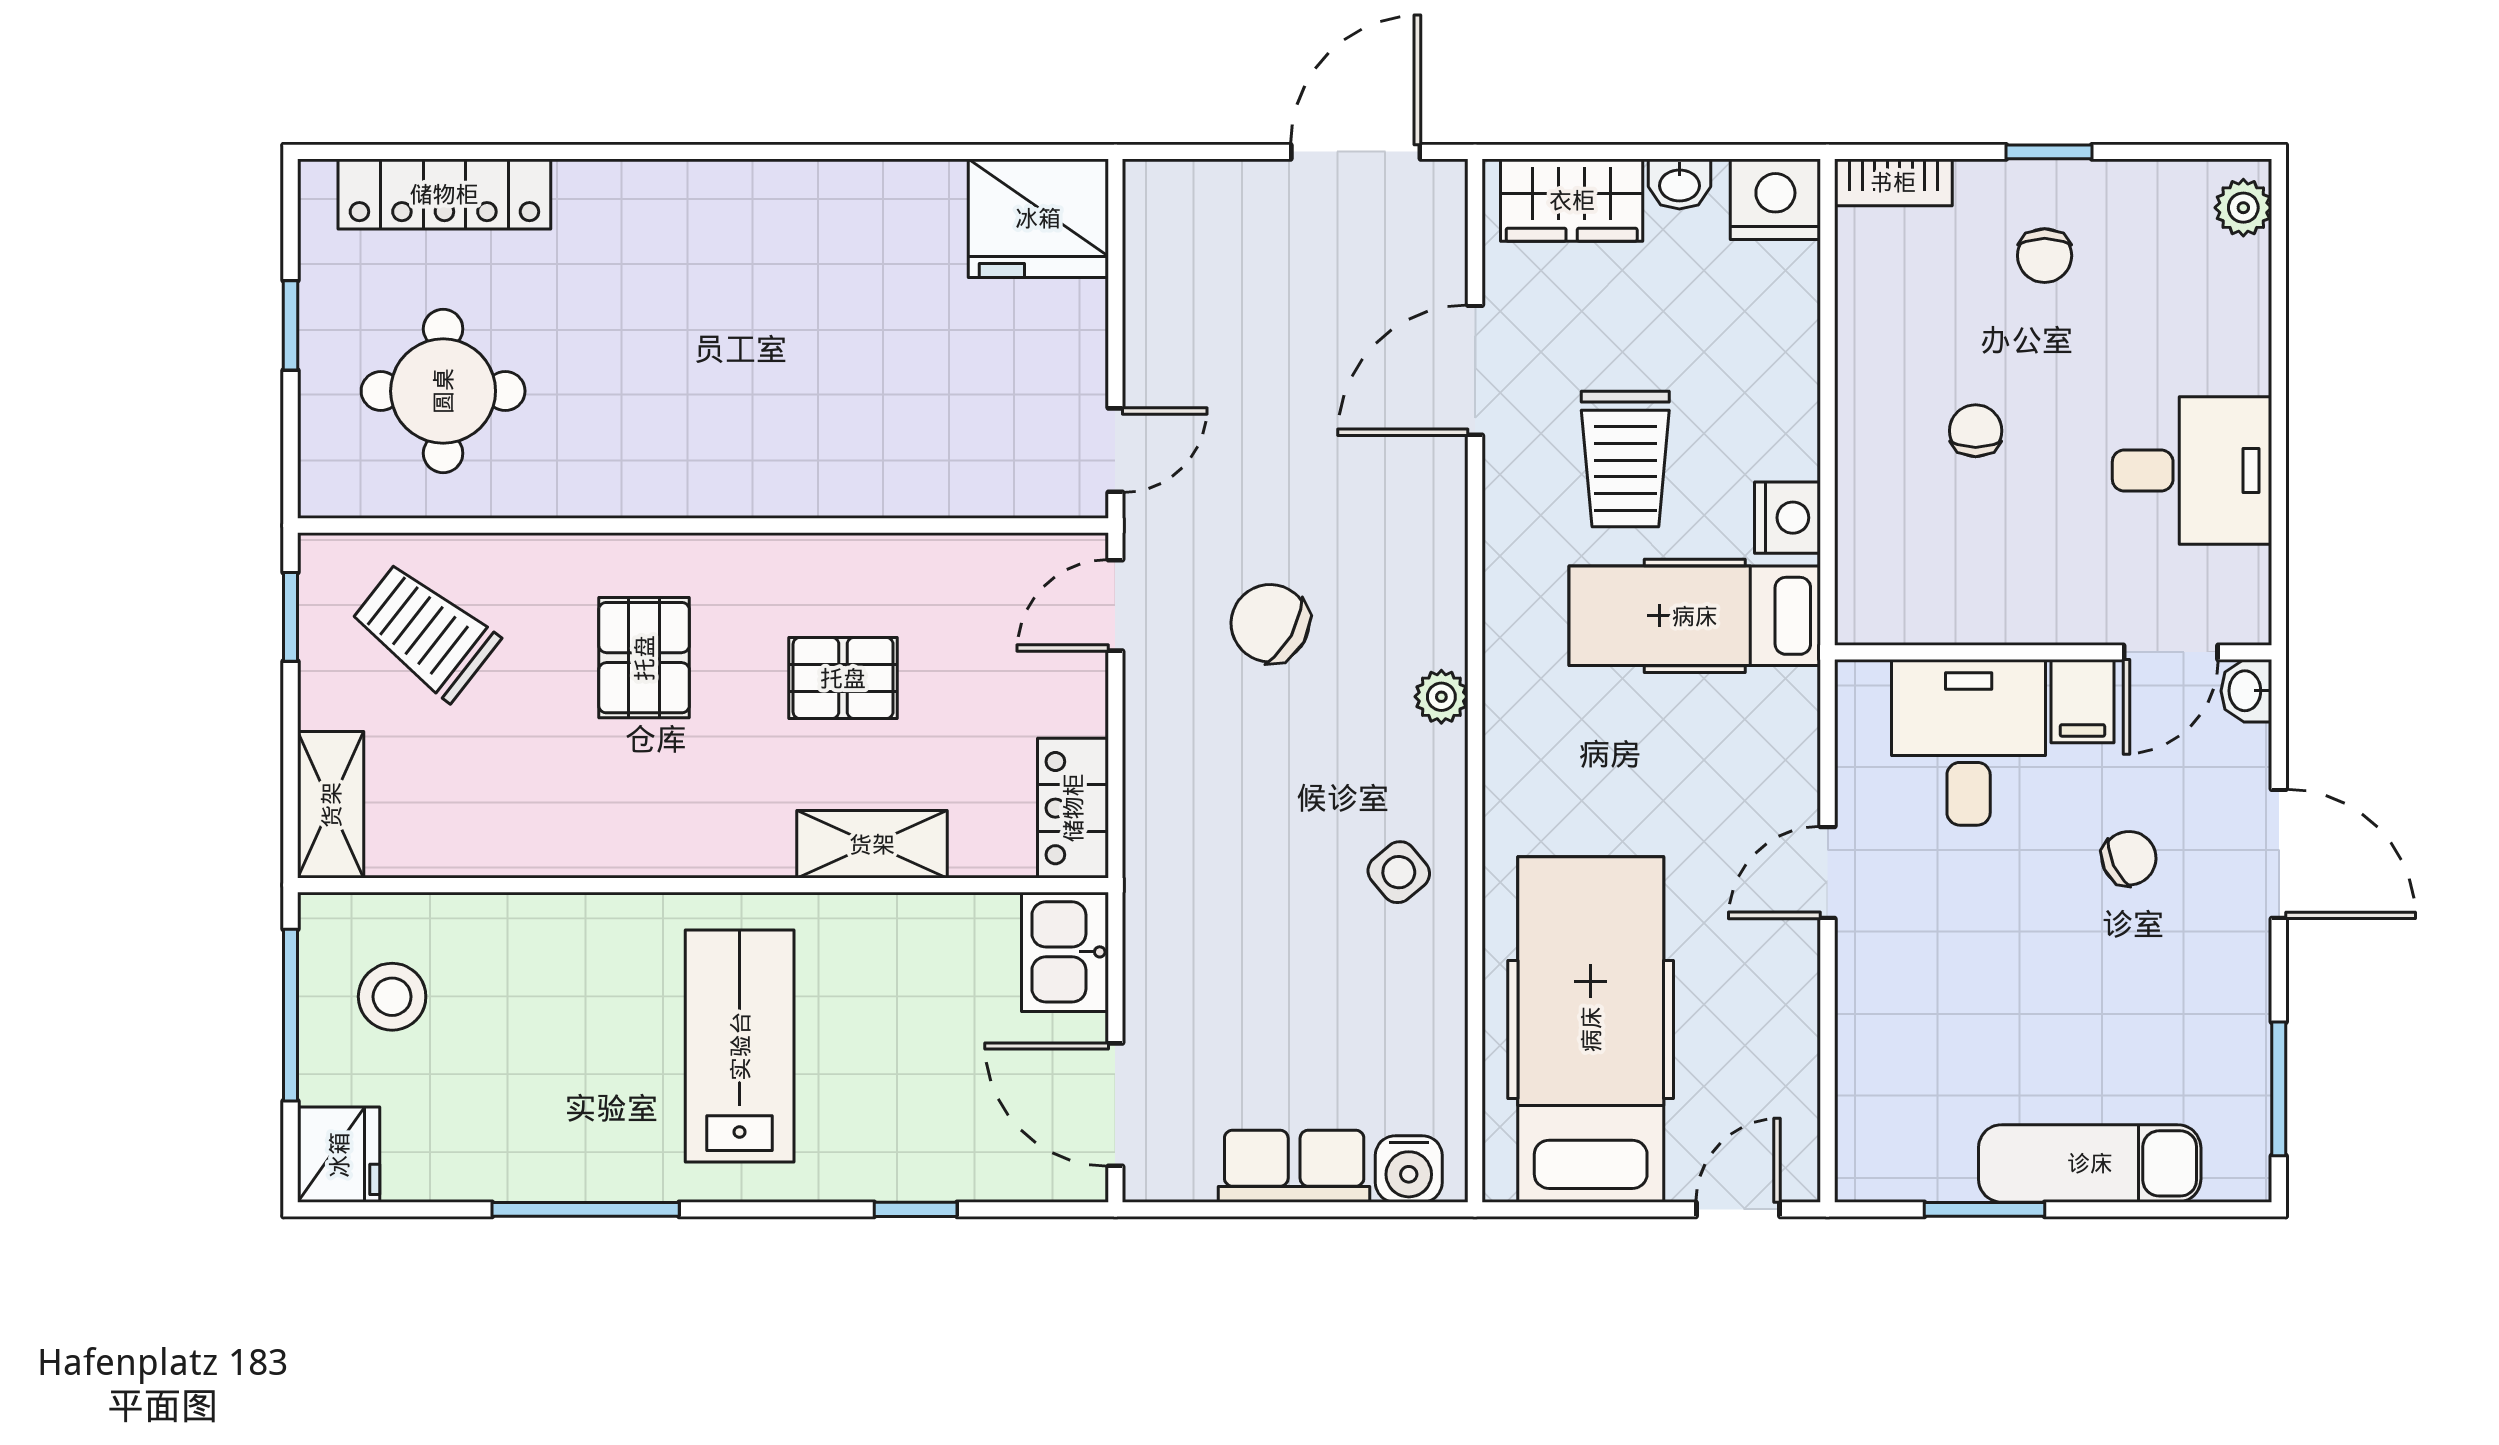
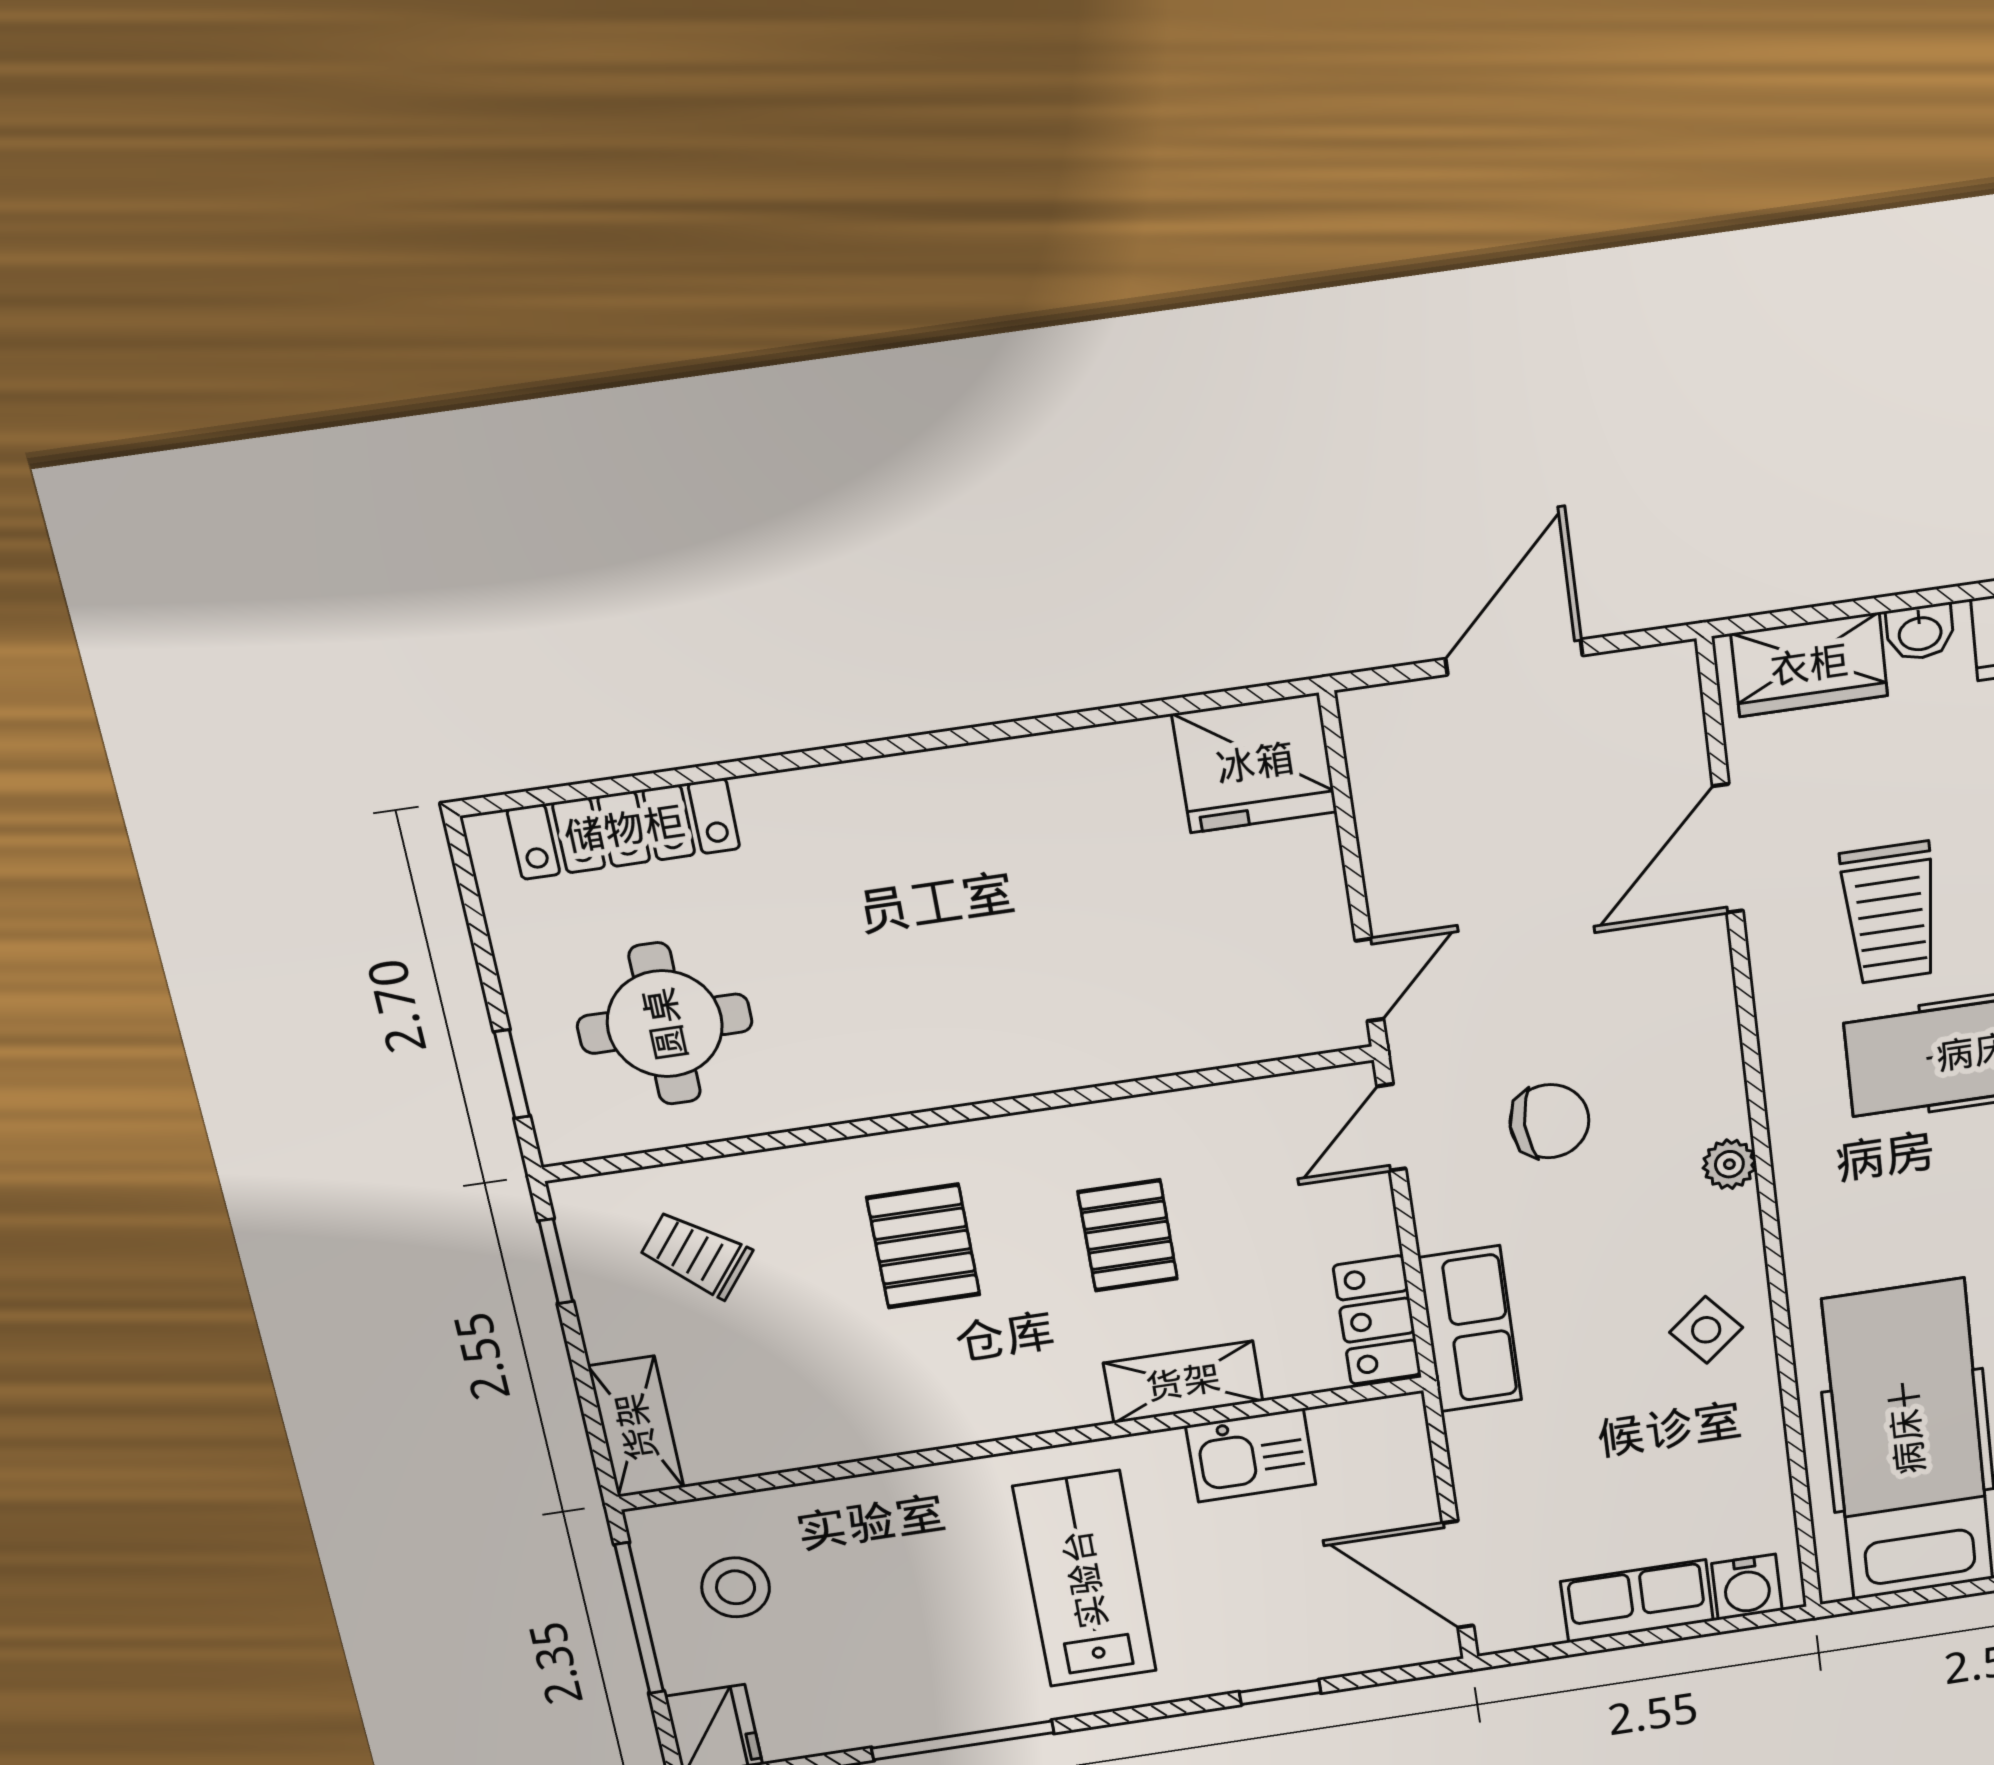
door: (1356, 152) -> (1514, 657), moved
window: (291, 325) -> (512, 1074), moved
chair: (1270, 623) -> (1549, 1121), turned 151
trolley: (425, 631) -> (696, 1254), width x0.73, depth x0.72
pallet: (843, 678) -> (1128, 1235), turned 90
row of seats: (1164, 833) -> (1470, 1329), added
kitchen sink: (1065, 952) -> (1251, 1455), moved, turned -90

